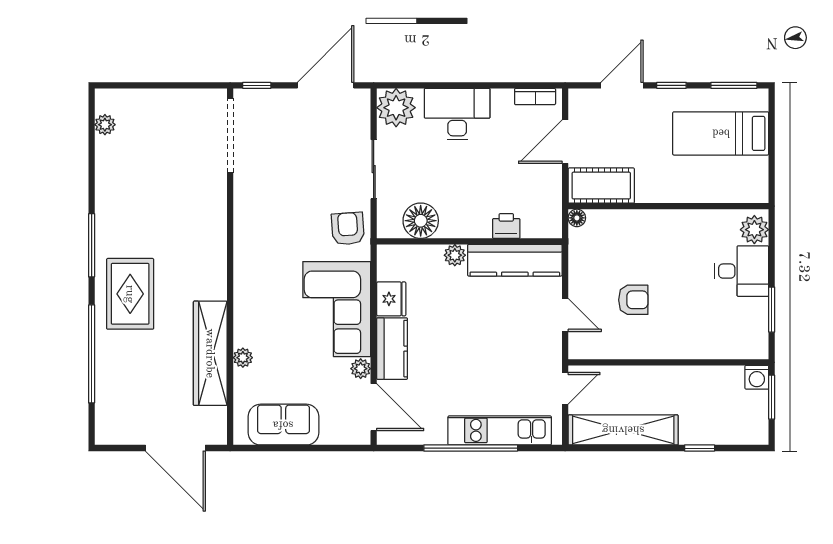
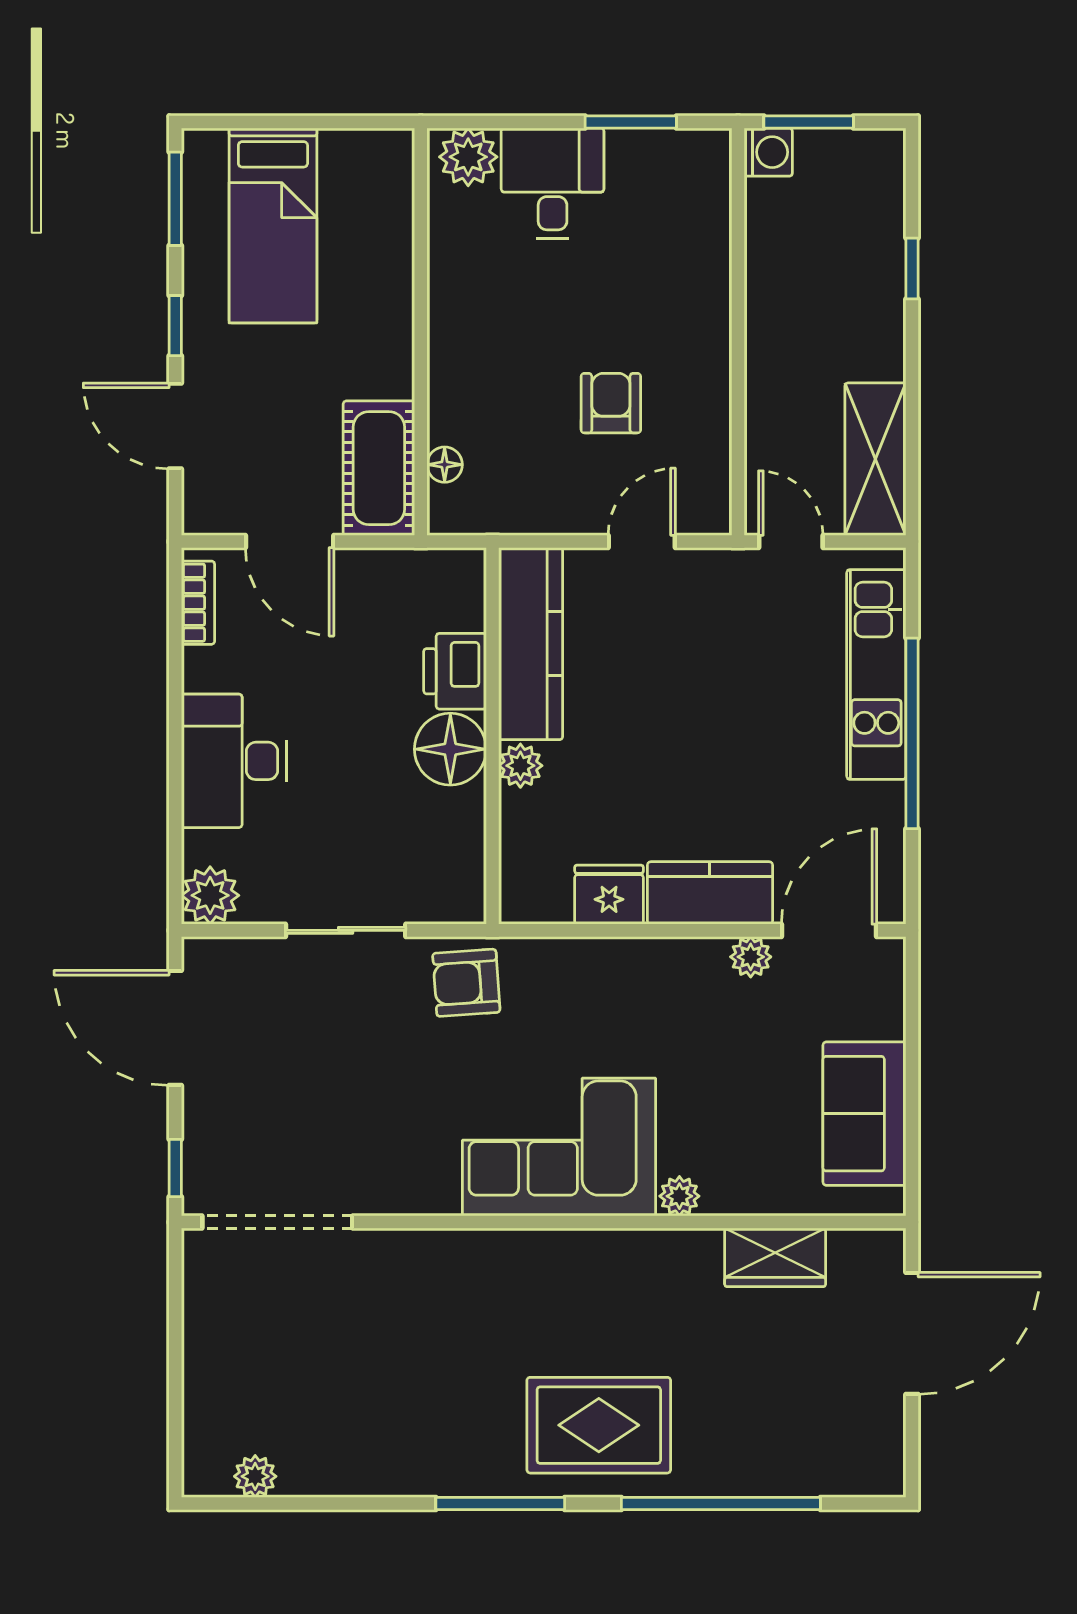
plant: (396, 108) -> (210, 895), width x0.73, depth x0.73
floor lamp: (577, 218) -> (445, 465), moved
floor lamp: (421, 221) -> (450, 749), moved
printer: (506, 226) -> (455, 671), width x1.36, depth x1.24
corner sofa: (337, 309) -> (559, 1147), moved, turned 180
wardrobe: (210, 353) -> (775, 1257), width x0.48, depth x0.85
plant: (243, 358) -> (679, 1196), moved
shelving: (623, 430) -> (875, 459), width x0.68

